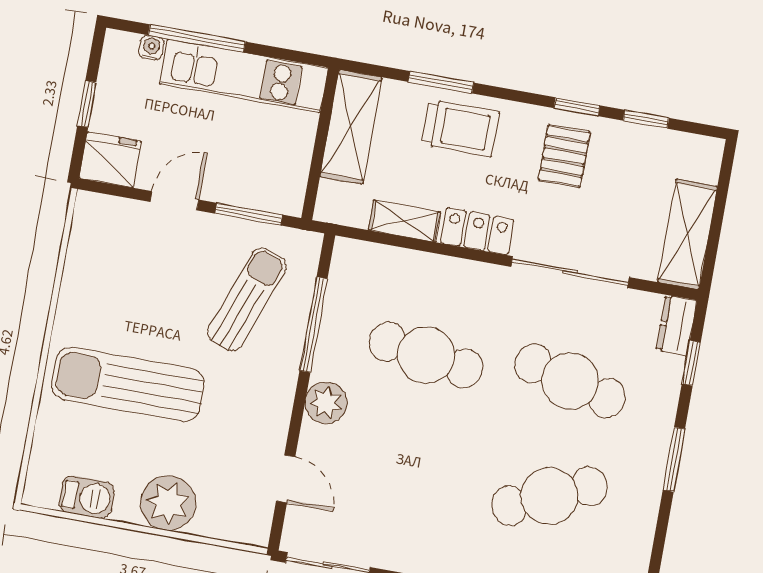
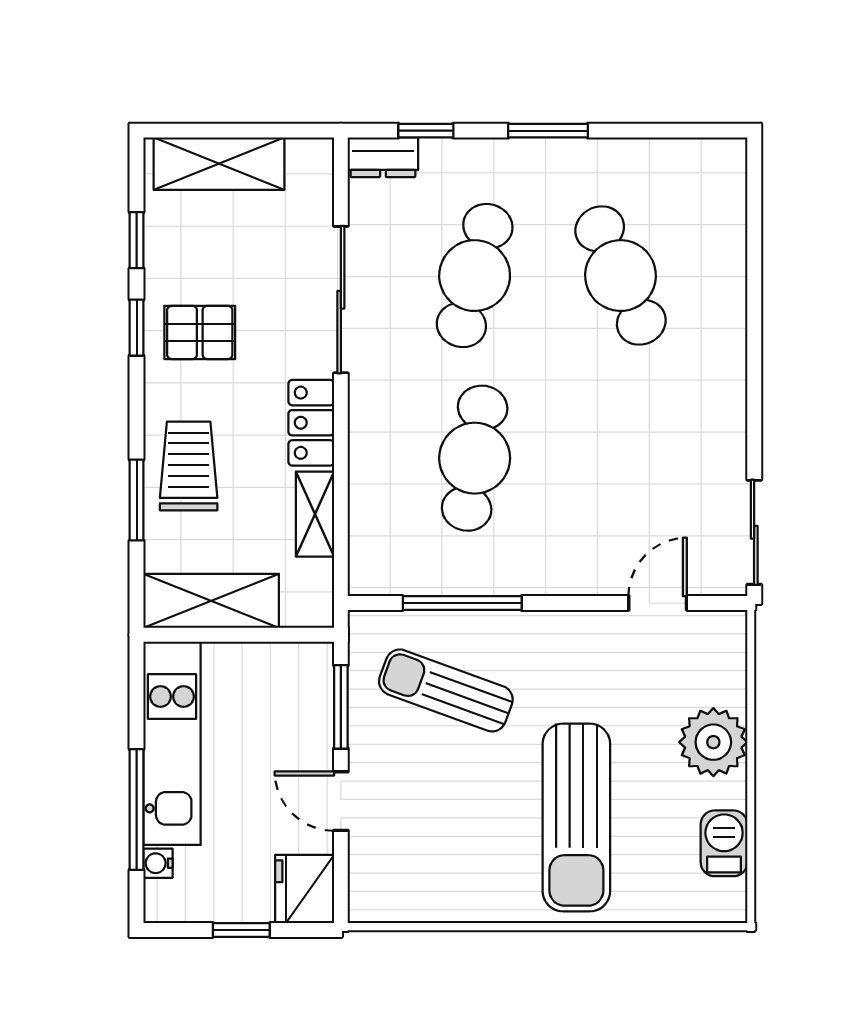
shelving: (688, 234) -> (219, 164), moved
plant: (326, 403) -> (555, 570), removed

